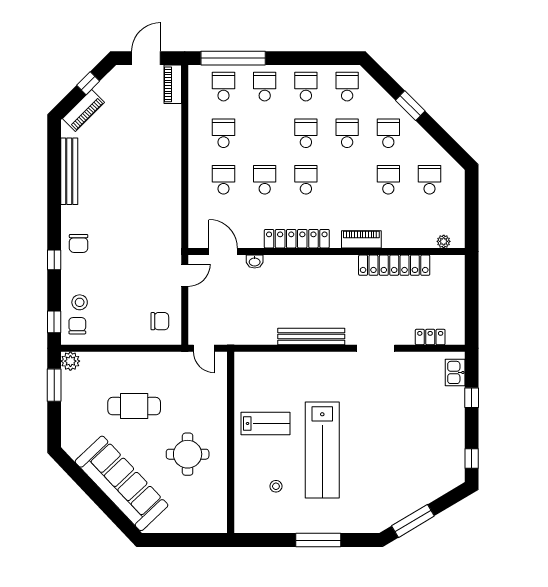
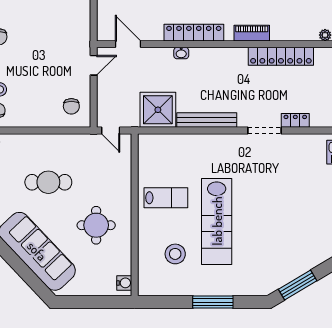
washbasin: (255, 262) -> (181, 53), moved
chair: (160, 321) -> (71, 106), turned 90
shower: (257, 325) -> (158, 110), added
locker: (430, 337) -> (295, 120), moved
stool: (276, 486) -> (175, 254), width x1.89, depth x1.89
water cooler: (219, 519) -> (124, 283), added

